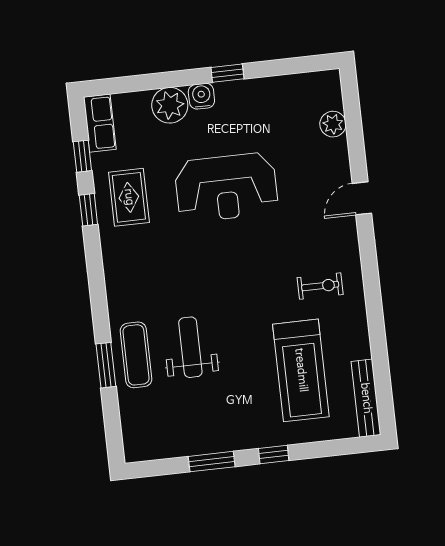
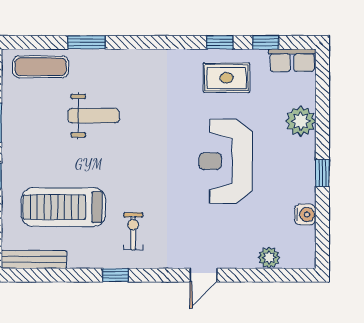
water cooler: (201, 96) -> (305, 215), moved
door: (362, 198) -> (204, 275), swing flipped
exercise bike: (320, 286) -> (133, 231), turned 180
window: (373, 301) -> (115, 275), added
exercise mat: (136, 355) -> (41, 67), moved

